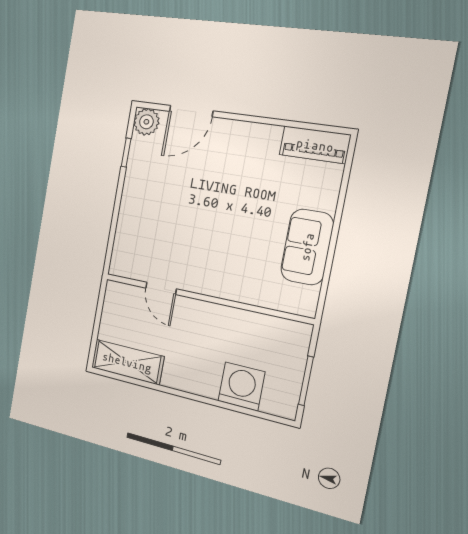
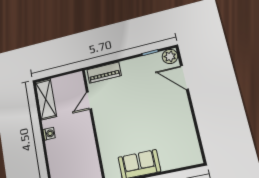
piano: (315, 145) -> (104, 73), moved, turned -90
washing machine: (241, 387) -> (49, 134), moved, width x0.53, depth x0.53

